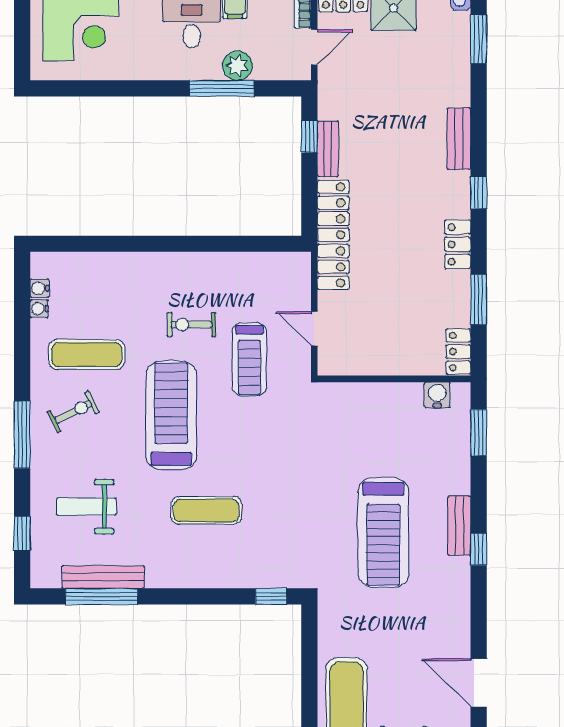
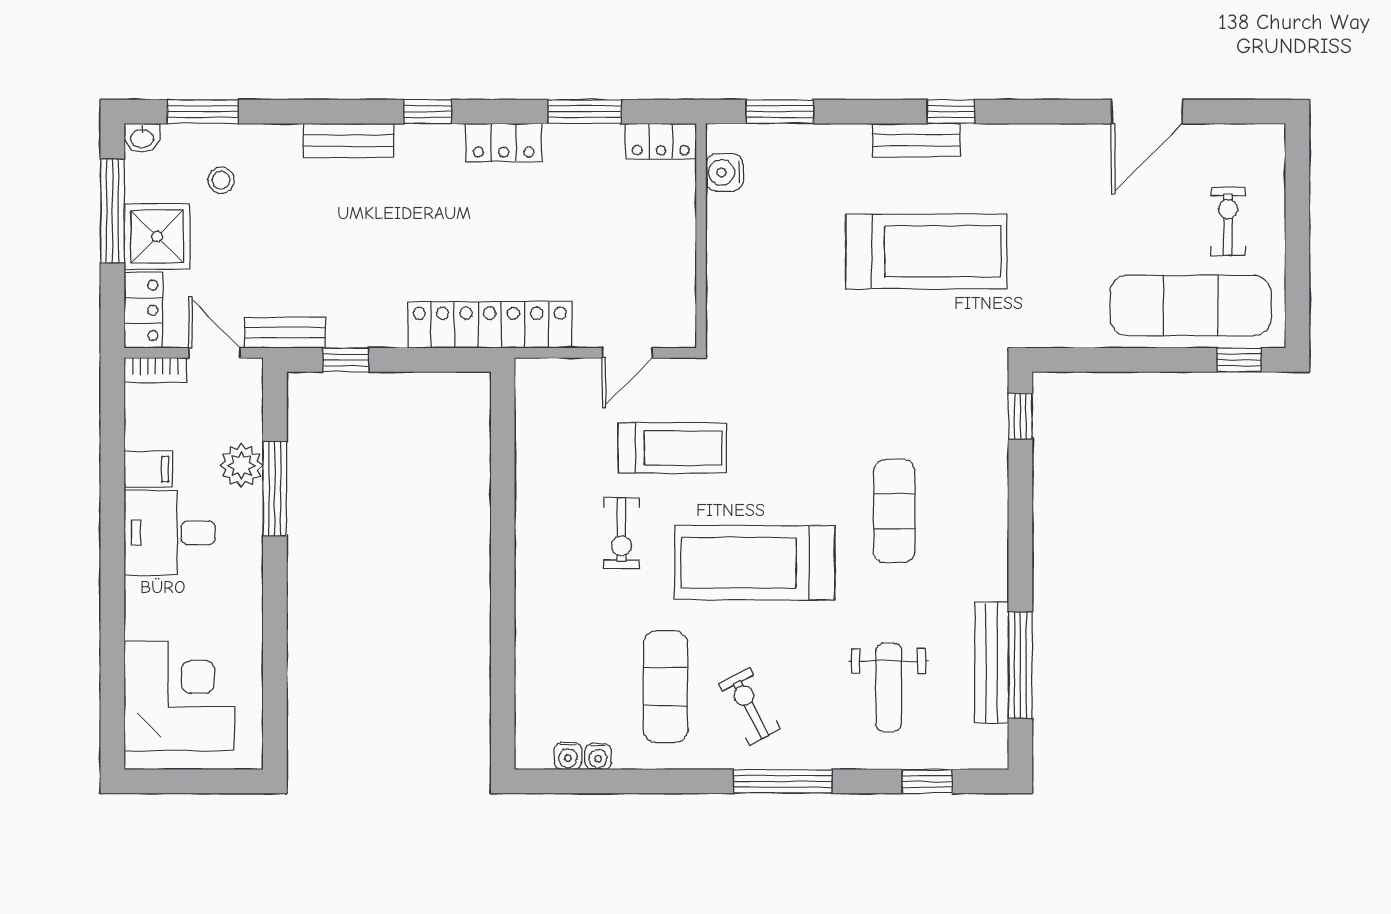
stool: (432, 52) -> (221, 180), added
bench: (328, 149) -> (285, 333), moved

